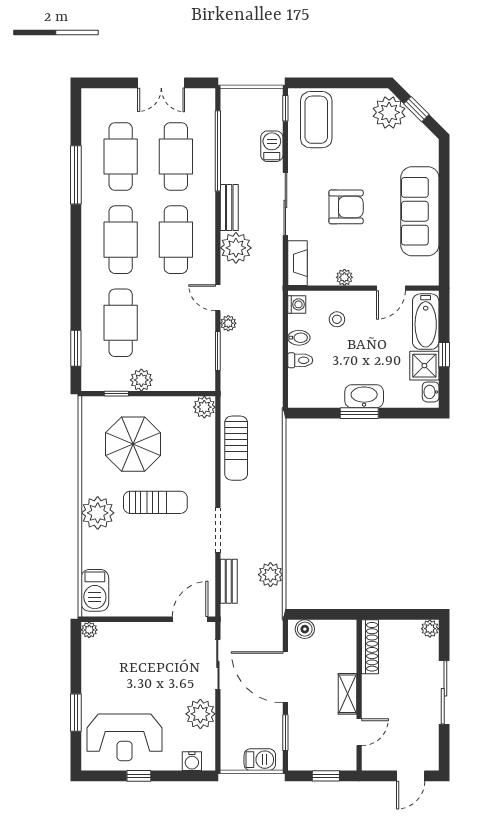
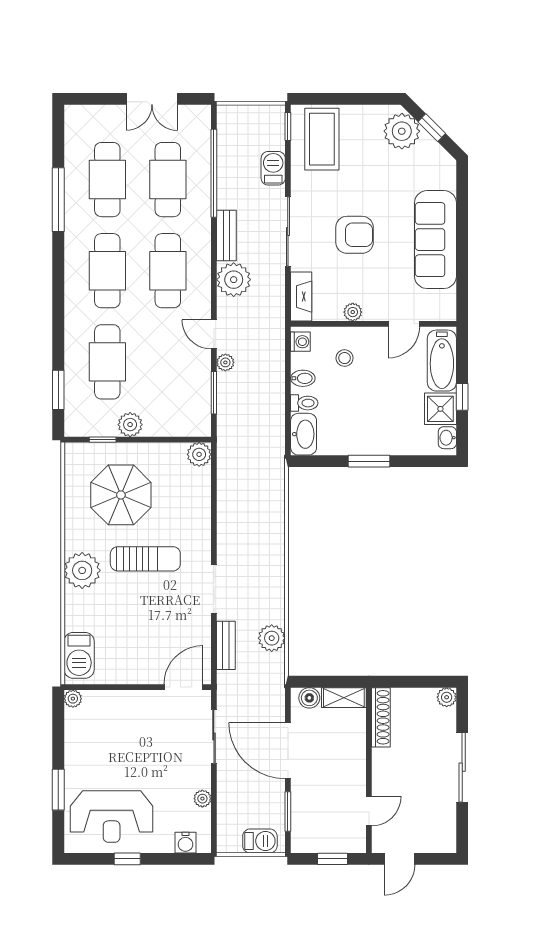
washbasin: (364, 396) -> (304, 434), moved, turned 90
sun lounger: (236, 448) -> (234, 499), removed
shelving: (347, 694) -> (344, 698), moved, turned 90
plant: (200, 714) -> (202, 799), width x0.53, depth x0.53
door: (411, 776) -> (399, 859), moved

